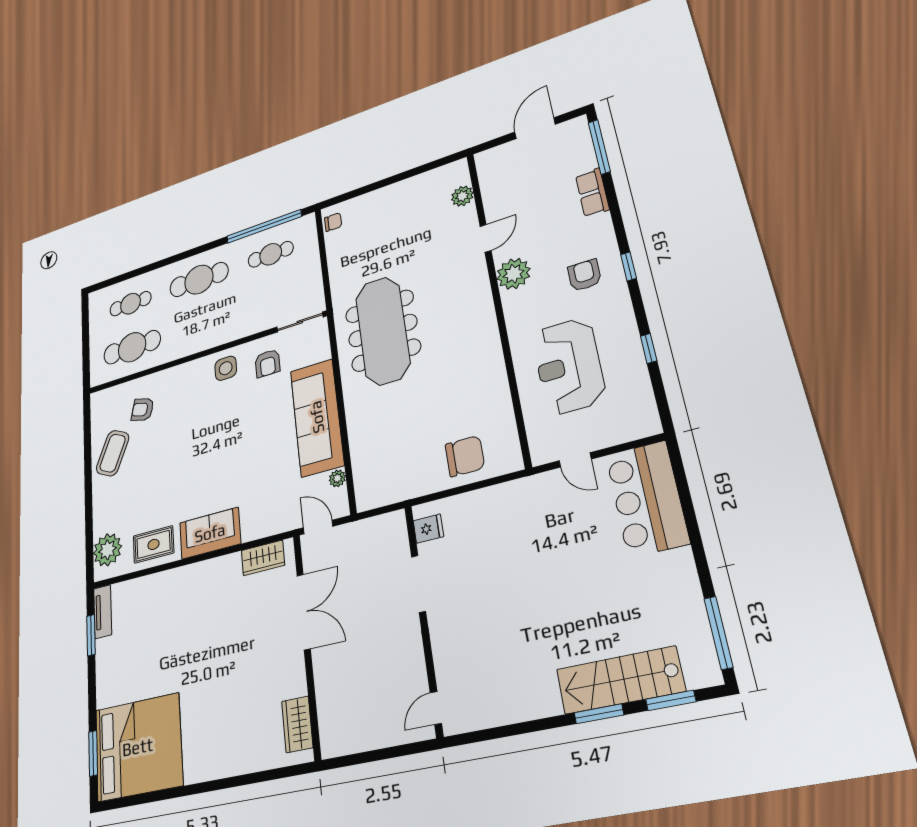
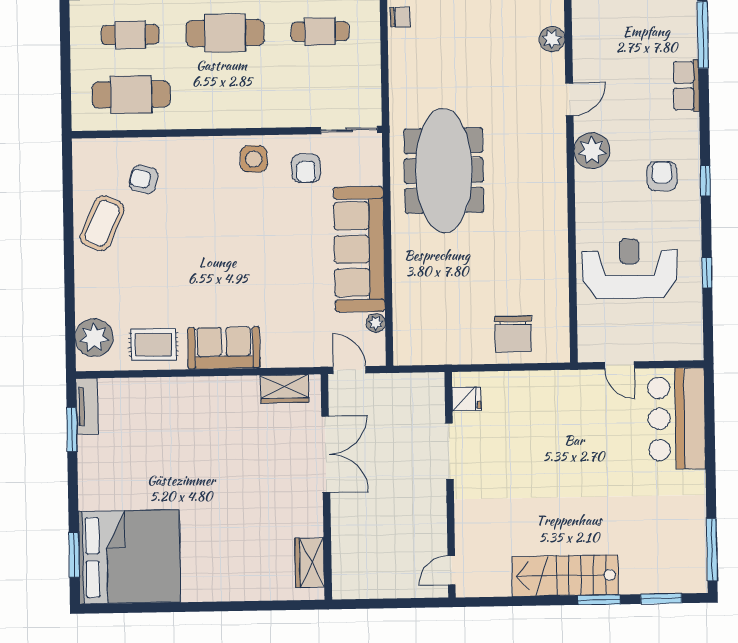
reception desk: (569, 366) -> (630, 269), turned 90
chair: (465, 456) -> (513, 334), turned 90
stairs: (620, 680) -> (565, 576), moved

